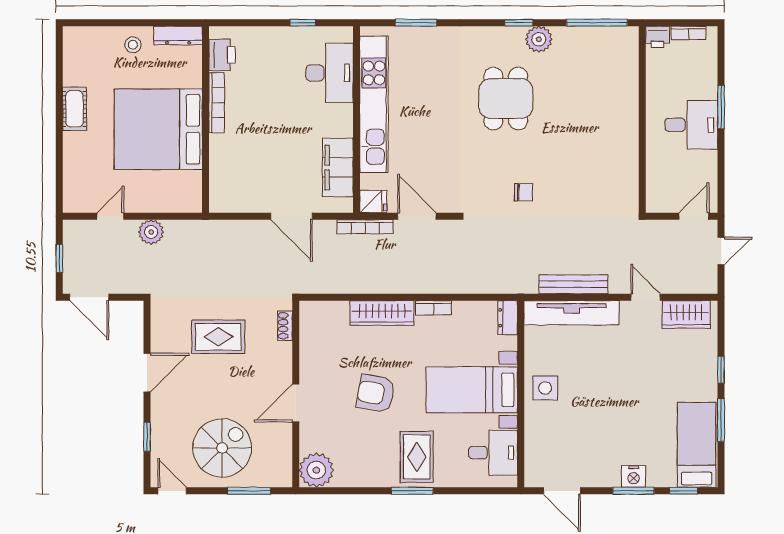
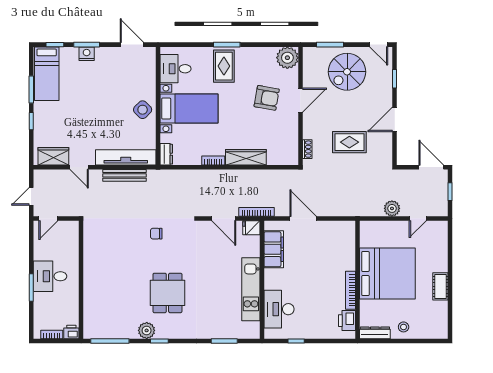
kitchen unit: (374, 104) -> (251, 289), width x0.73
side table: (545, 388) -> (143, 110), turned 45
armchair: (376, 393) -> (267, 98), moved

